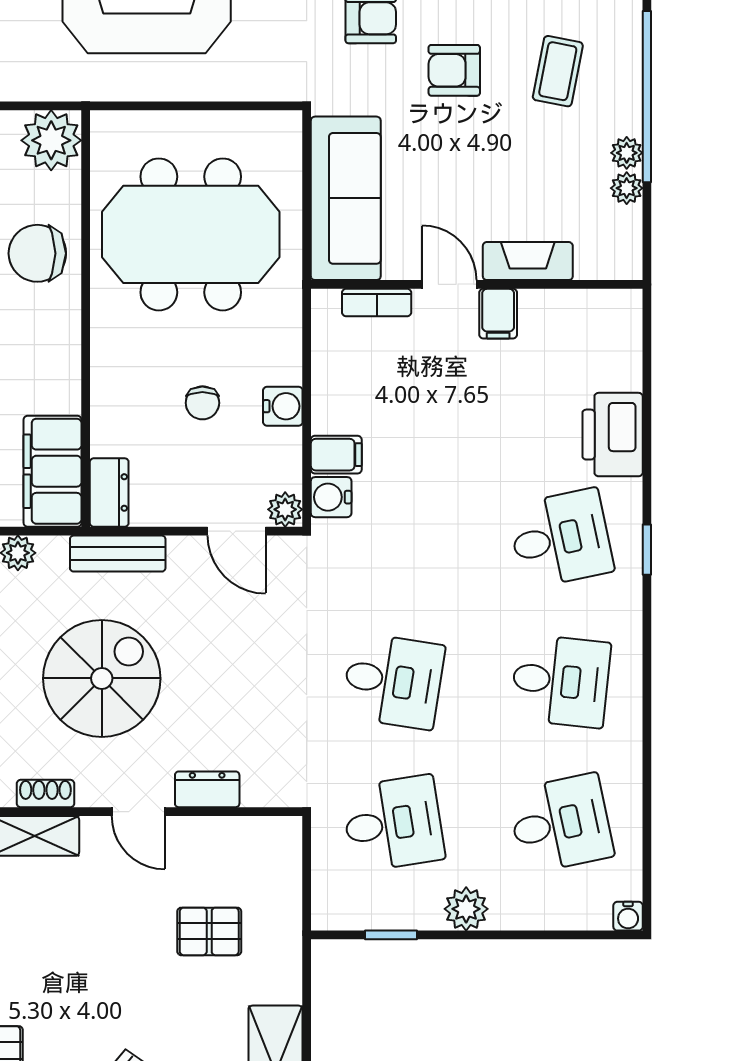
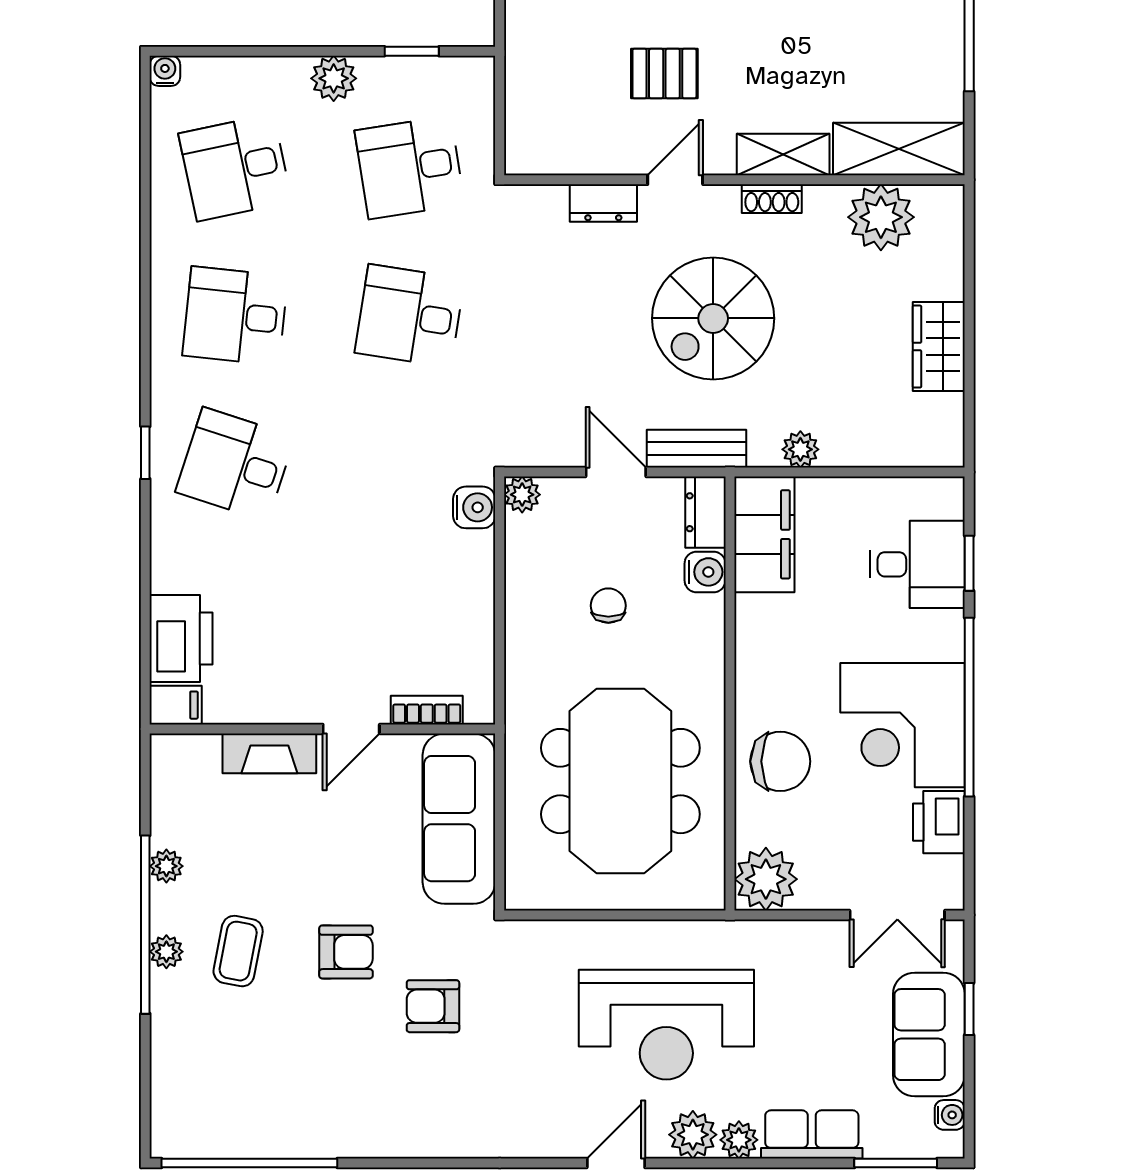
plant: (627, 188) -> (166, 952), moved
meeting table: (191, 234) -> (620, 781), turned 90
door: (449, 284) -> (351, 729), hinge flipped
filing cabinet: (498, 314) -> (176, 705), moved, turned 90
water cooler: (283, 406) -> (705, 572), moved, turned 180
printer: (613, 435) -> (181, 638), moved
filing cabinet: (336, 455) -> (469, 552), removed
door: (237, 531) -> (616, 472), moved
desk: (561, 538) -> (235, 464), turned 30
door: (138, 812) -> (675, 180), hinge flipped
pallet: (209, 931) -> (664, 74), moved

